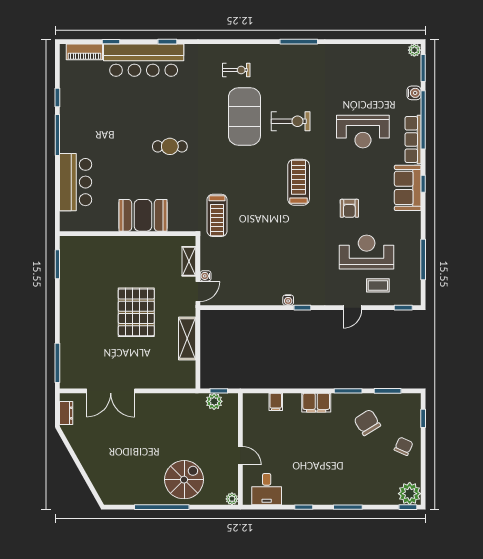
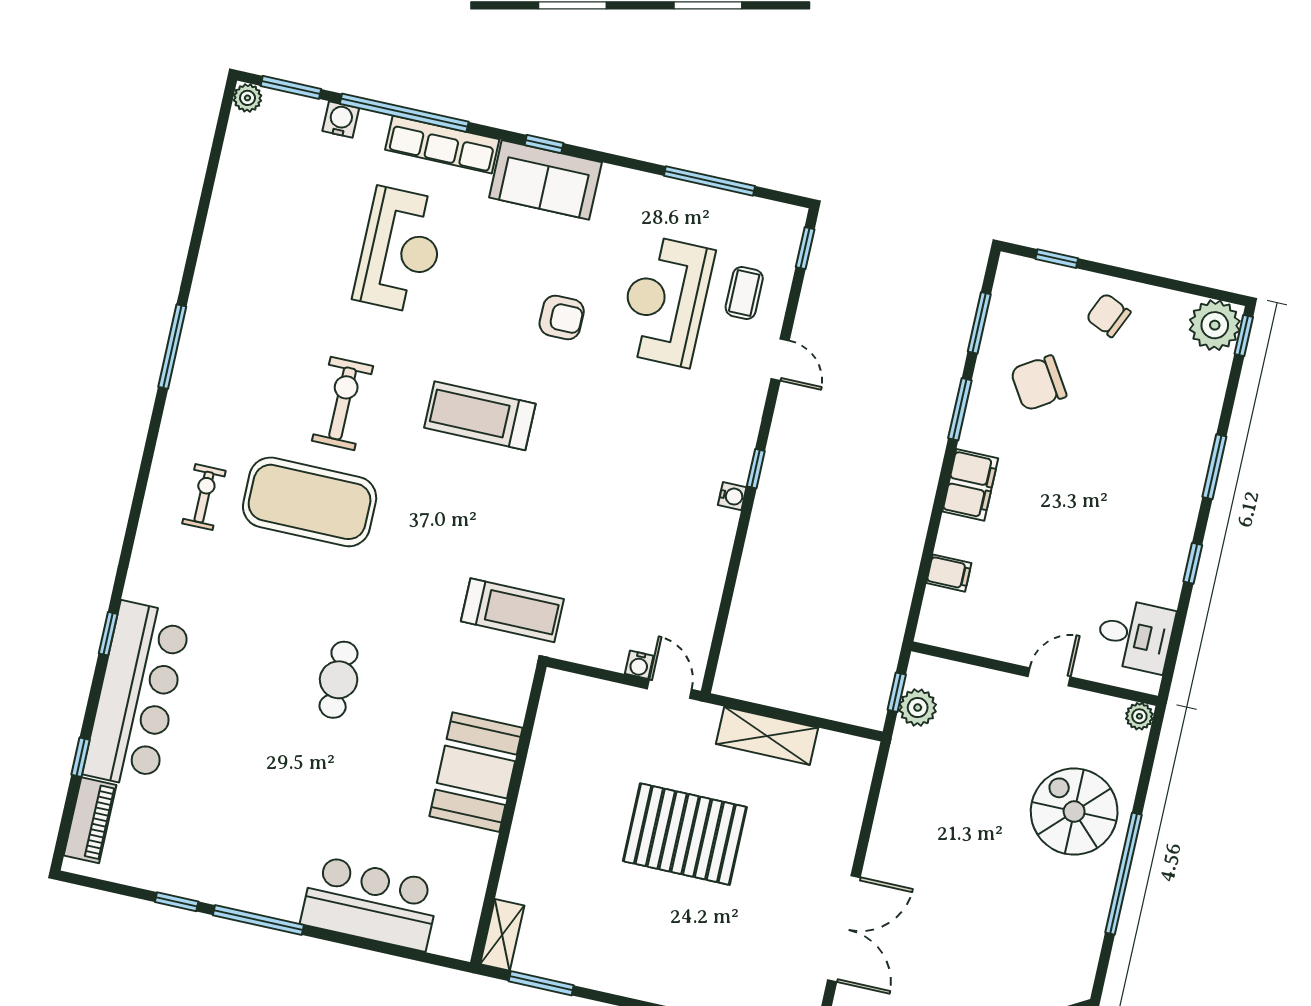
shelving: (189, 261) -> (502, 935), moved, turned 90

